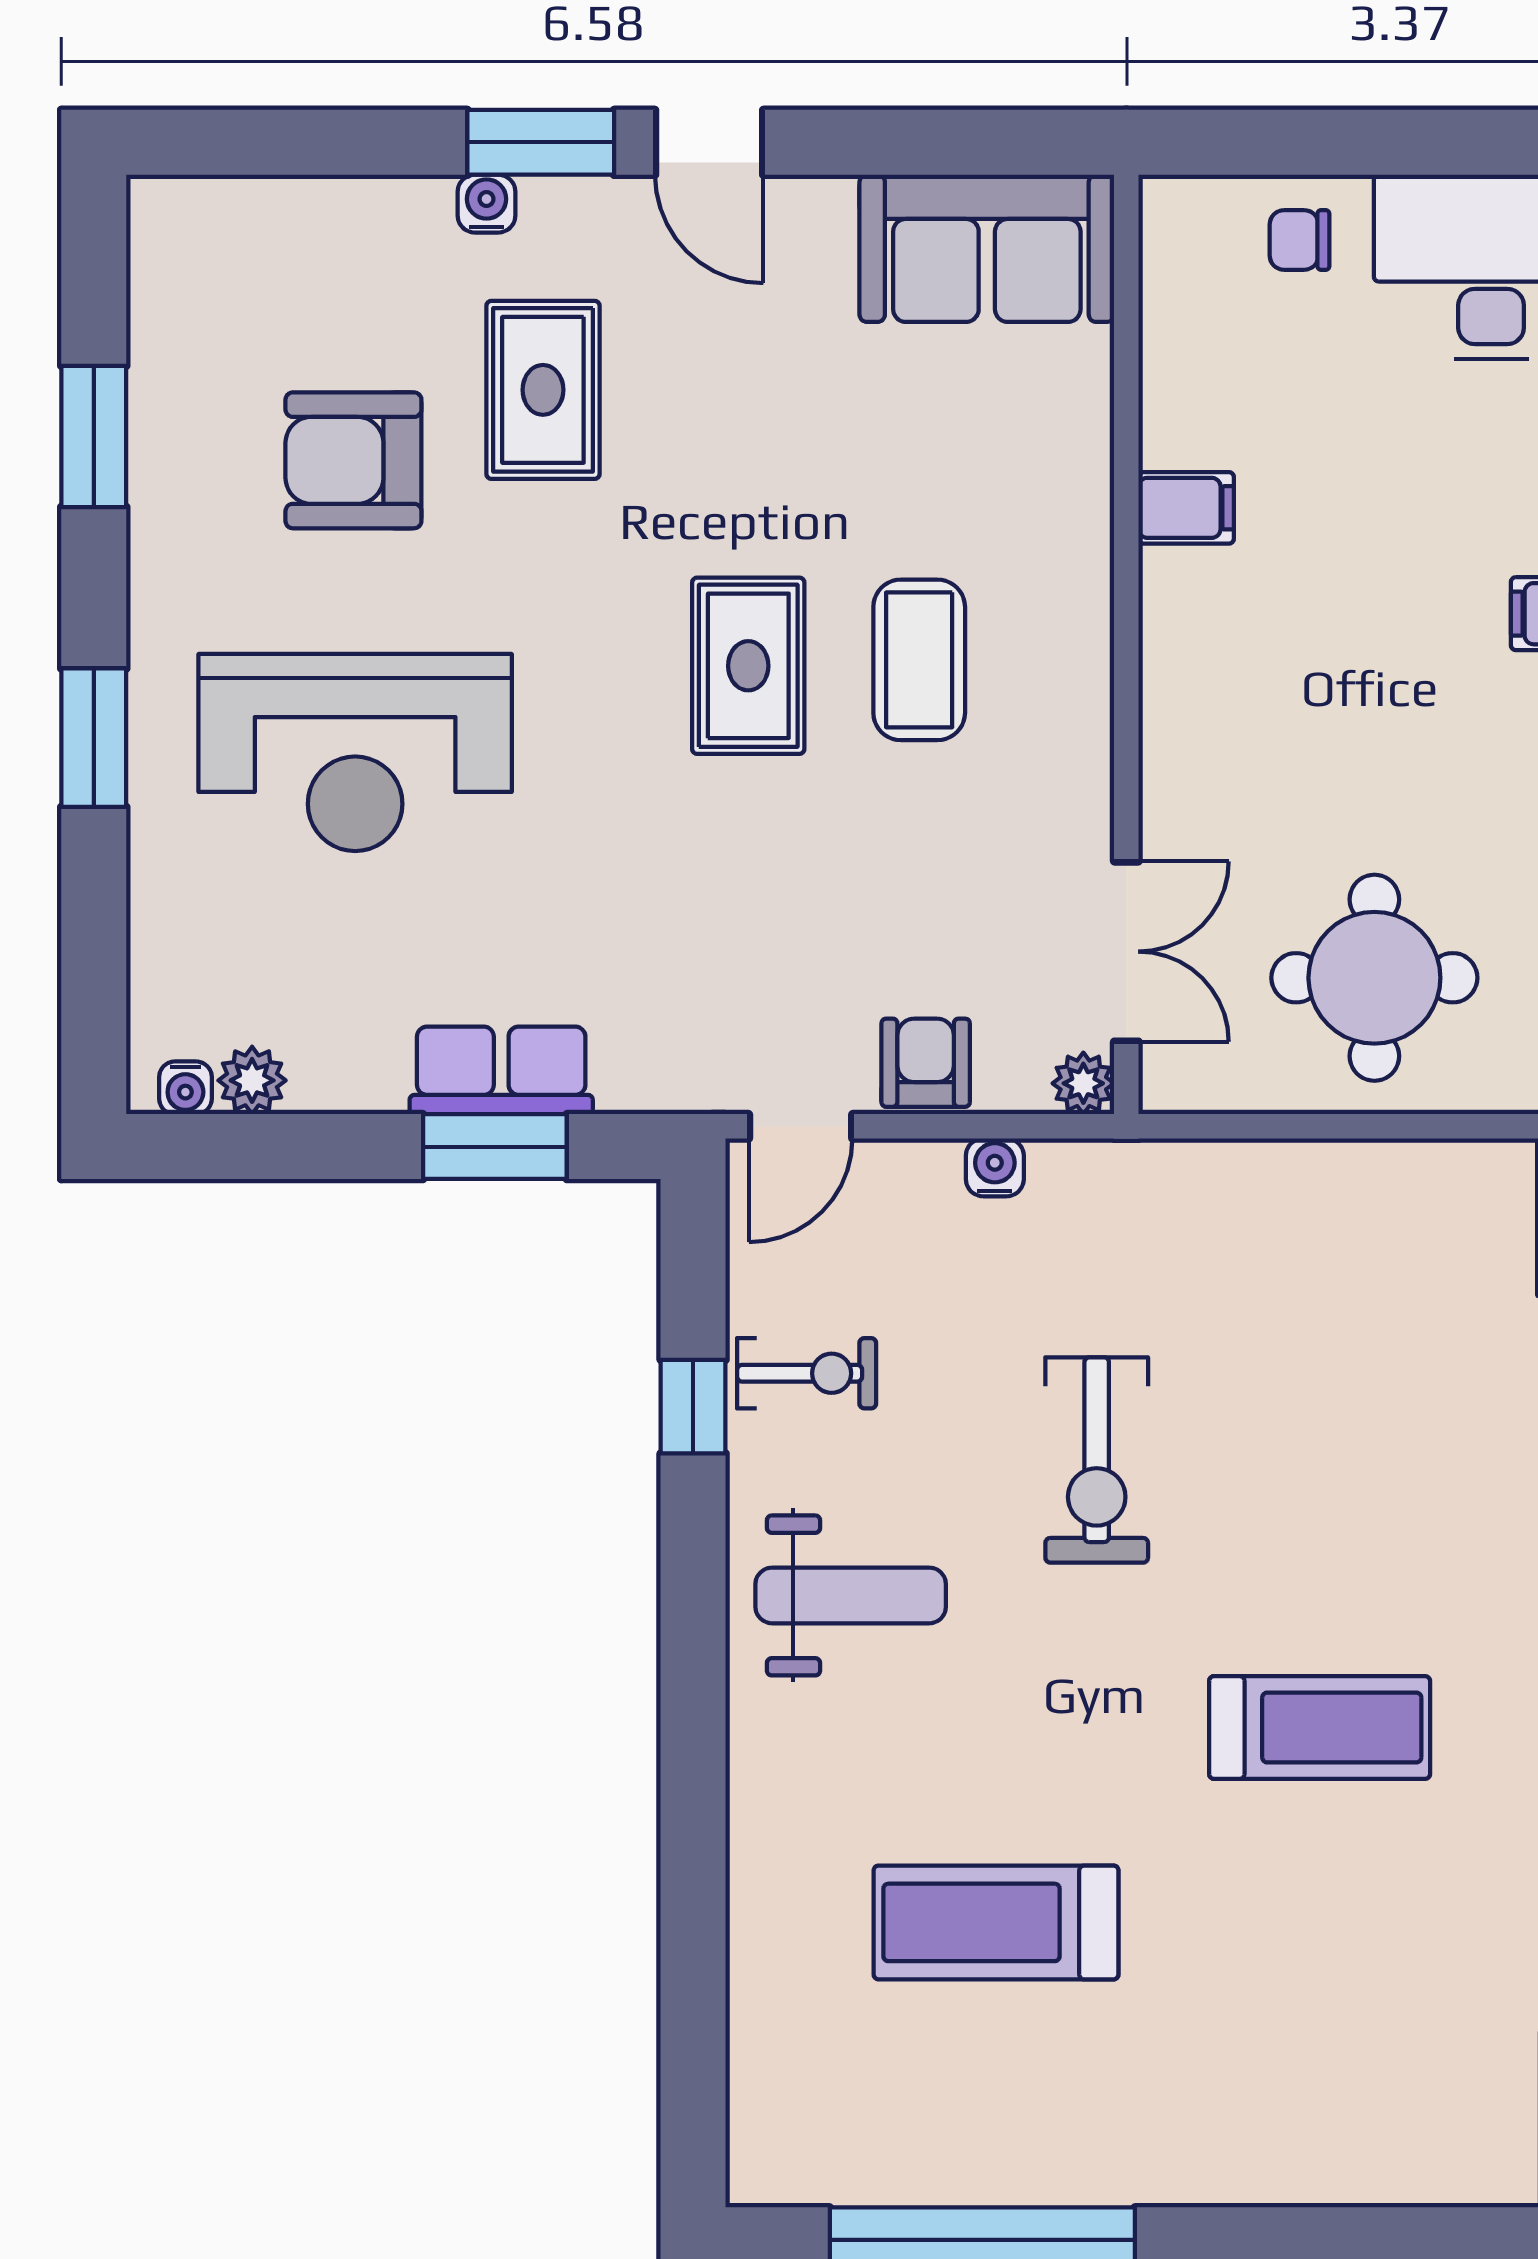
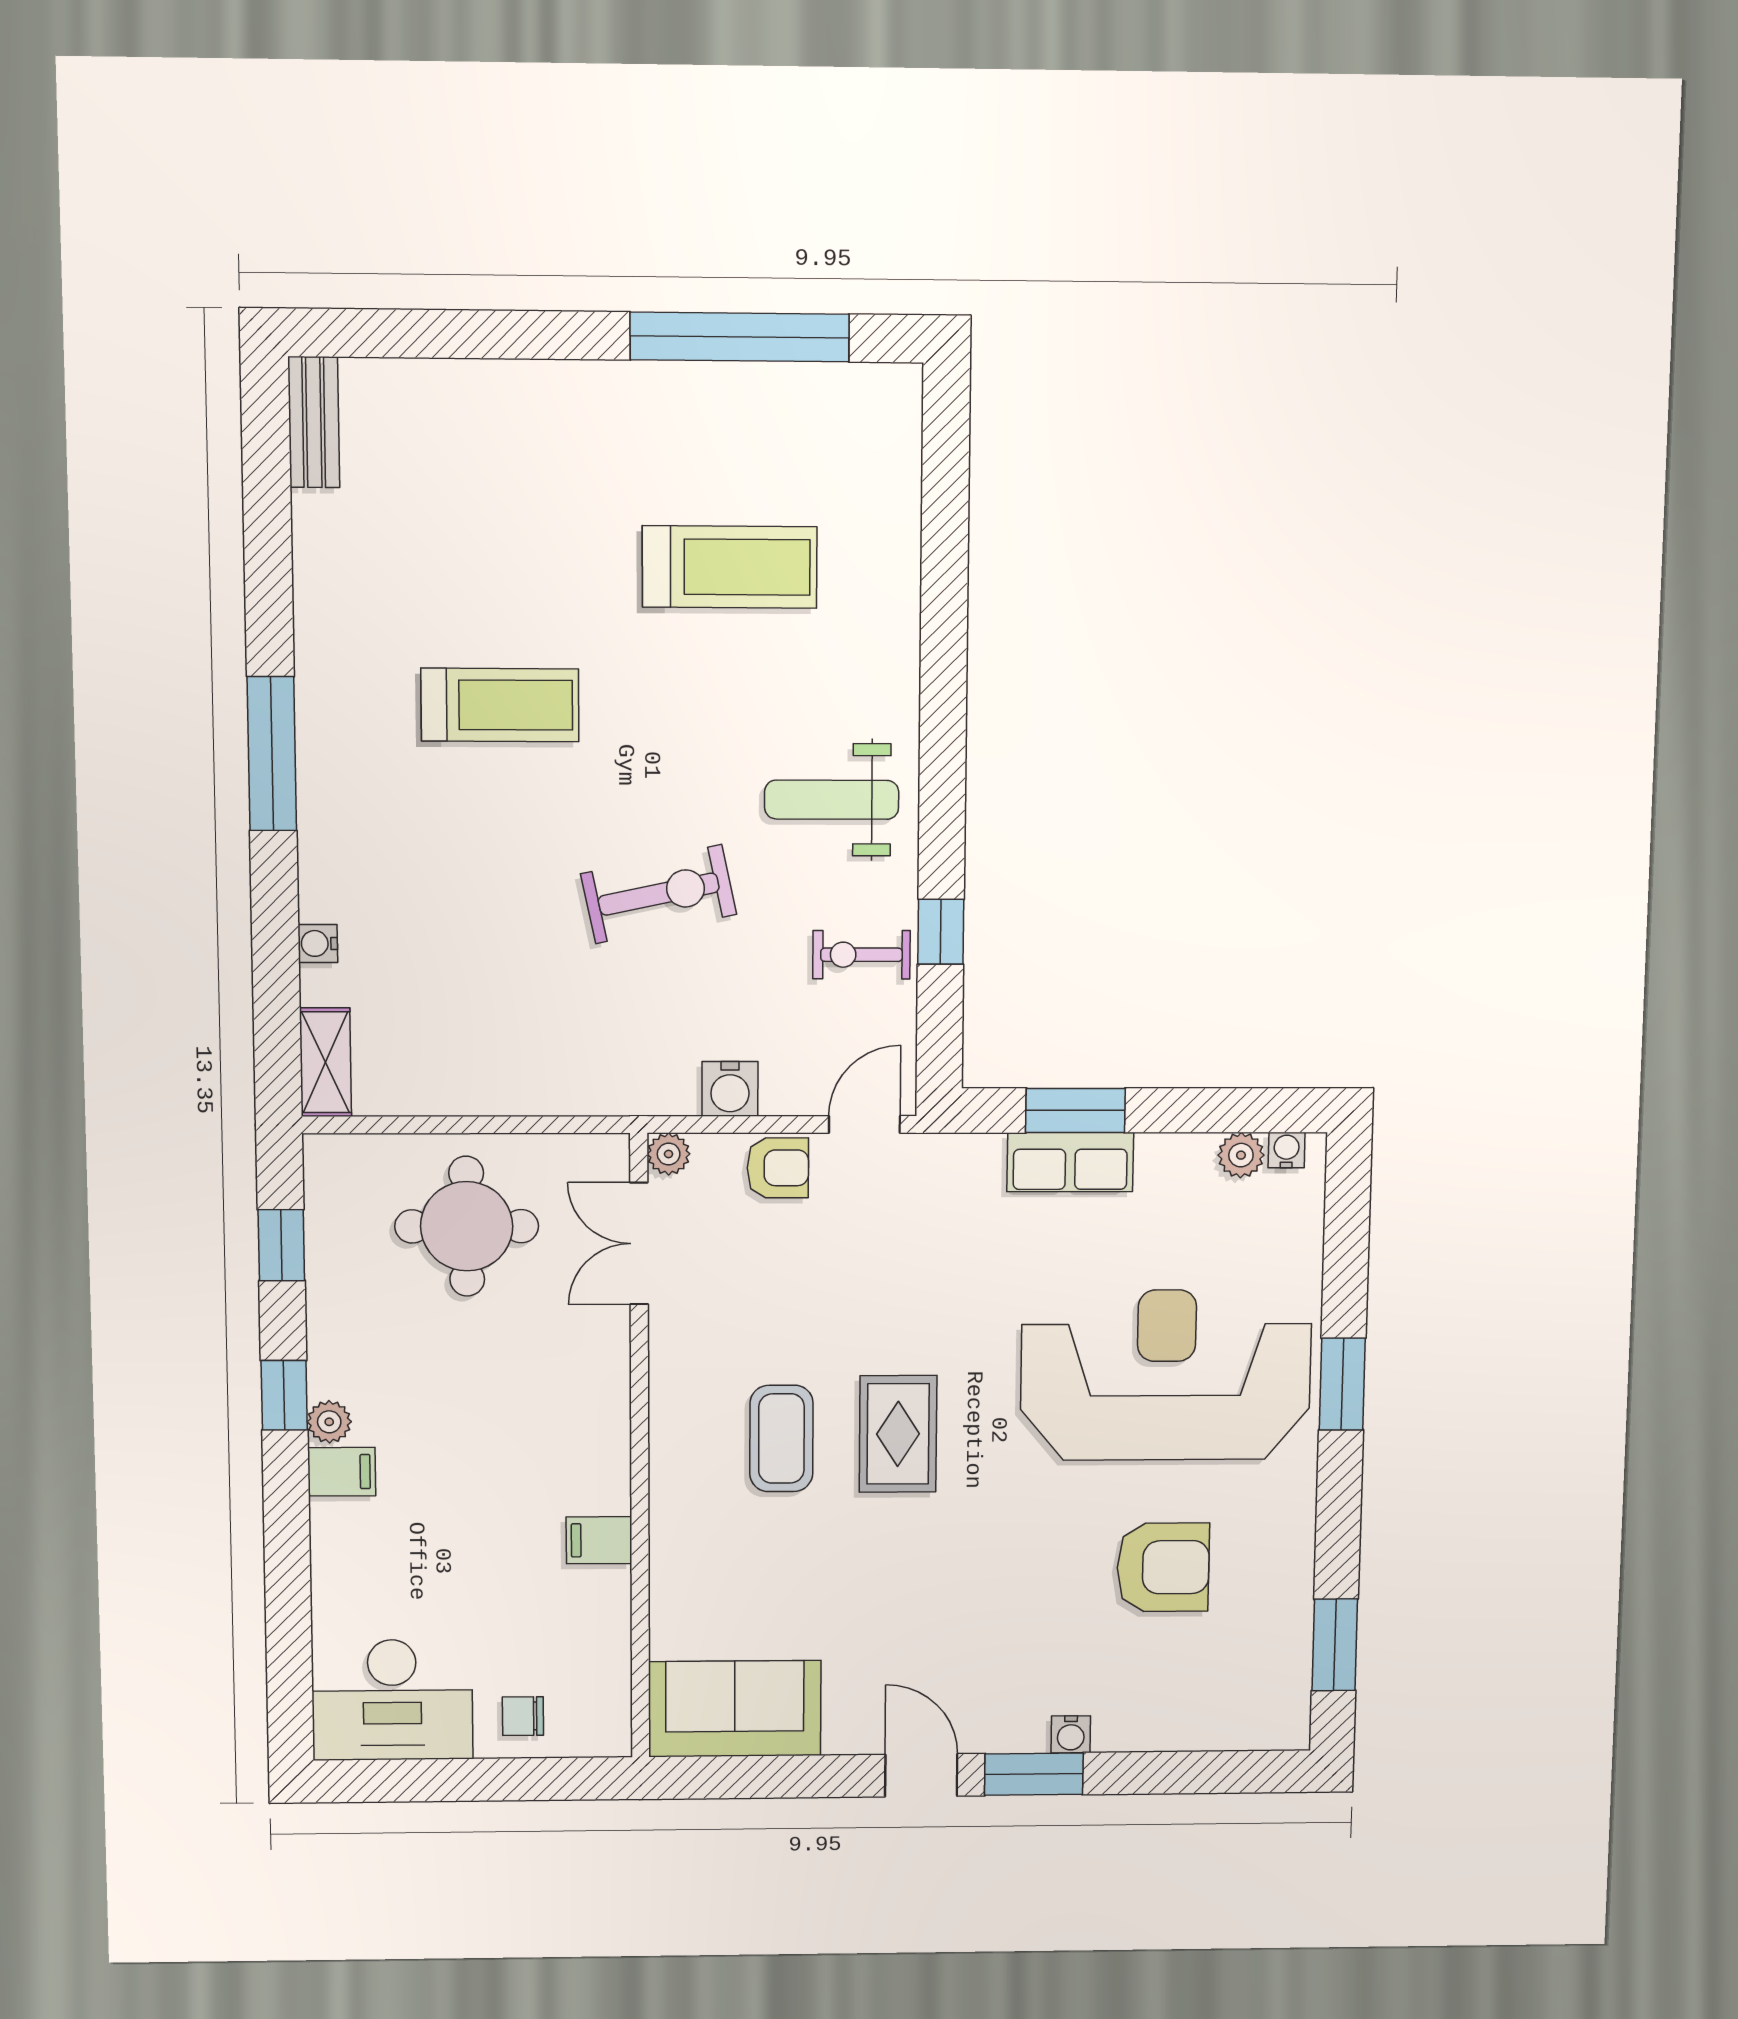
chair: (1299, 240) -> (523, 1716), turned 180
rug: (543, 390) -> (1035, 1614), removed
window: (94, 436) -> (1335, 1645), moved
reception desk: (355, 753) -> (1166, 1375), width x1.36, depth x1.30
armchair: (926, 1063) -> (778, 1168), turned -90
water cooler: (995, 1167) -> (730, 1089), width x1.38, depth x1.38
exercise bike: (1097, 1460) -> (659, 894), turned 78
treadmill: (1320, 1728) -> (500, 705), turned 180

